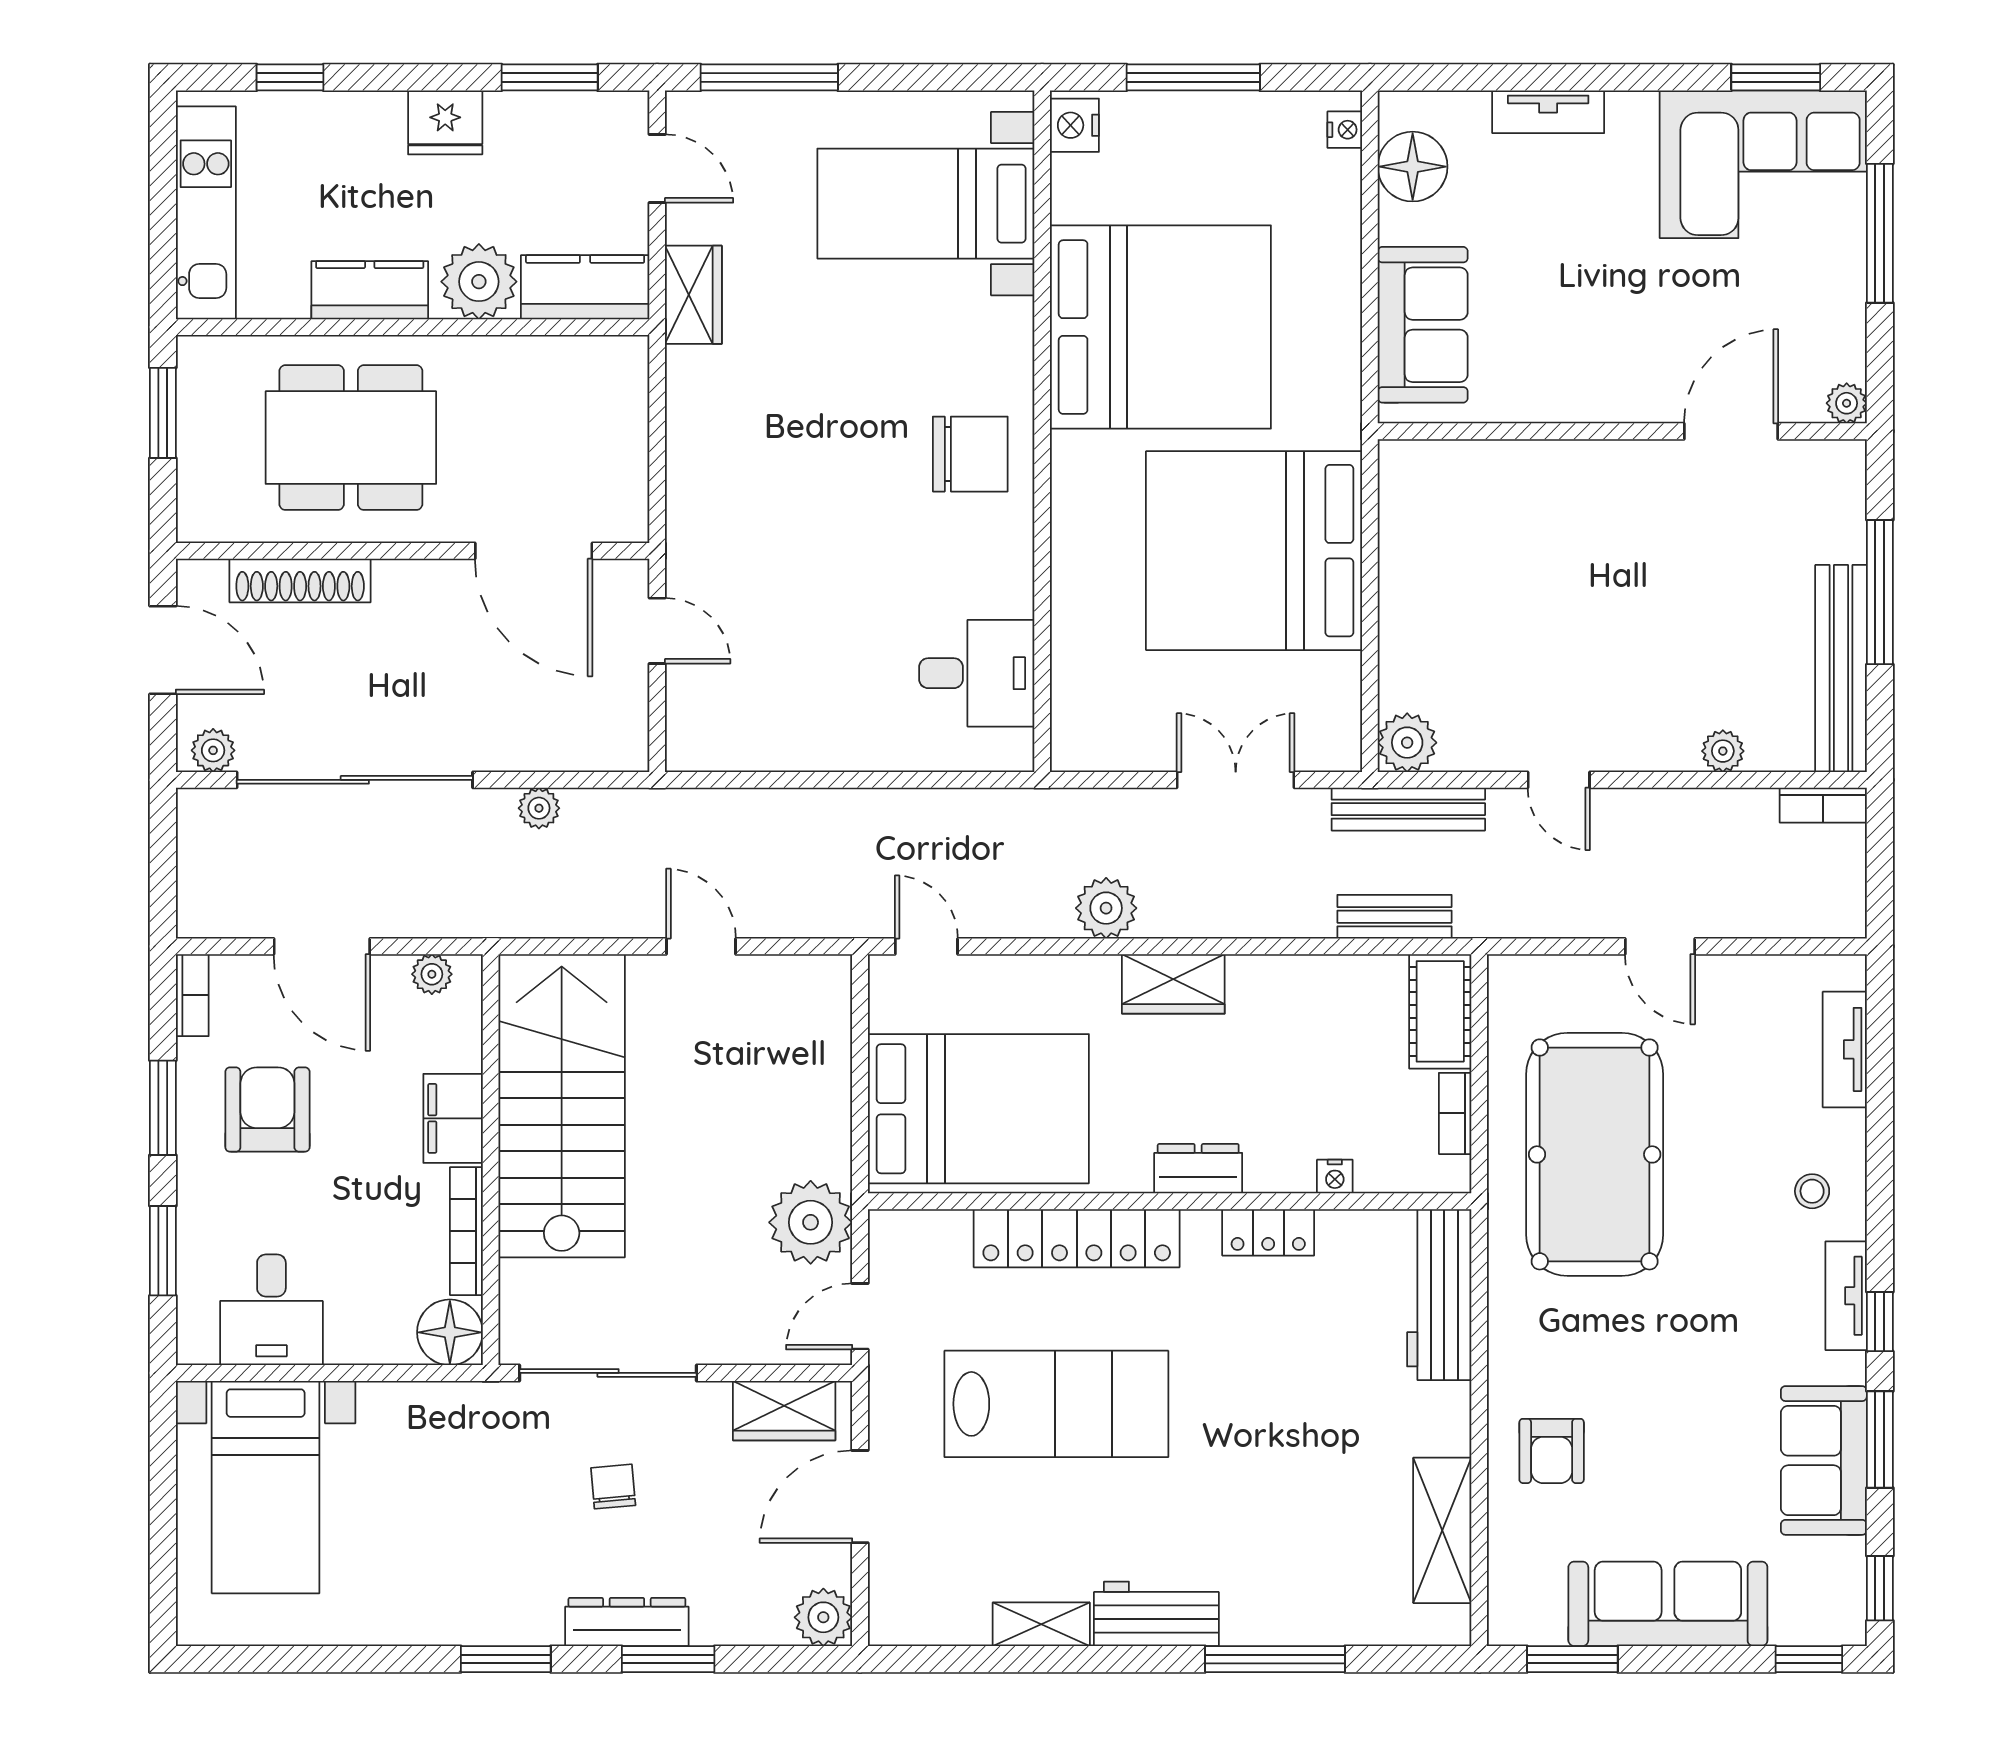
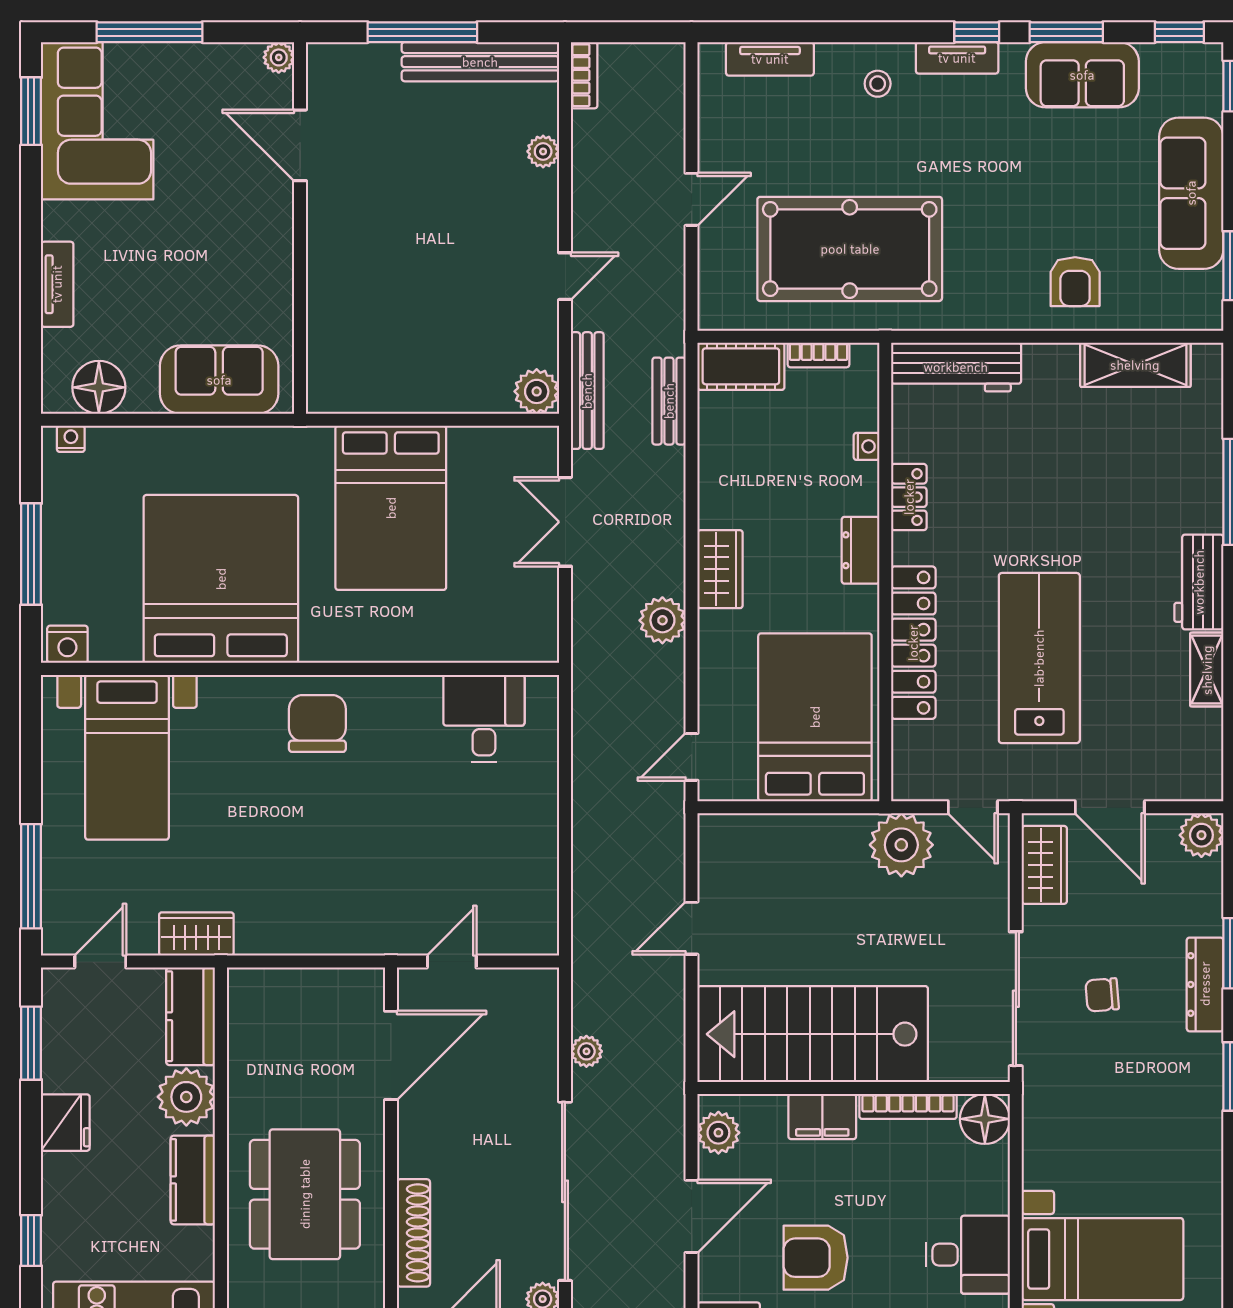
bed: (1254, 551) -> (391, 508), width x0.73
plant: (432, 974) -> (718, 1133), width x1.38, depth x1.38
armchair: (1552, 1451) -> (1075, 282), turned 90

